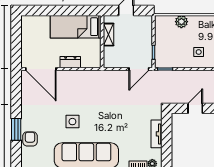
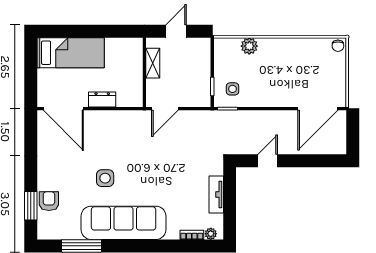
bed: (76, 27) -> (71, 53), moved, turned 180
side table: (199, 52) -> (233, 89), moved
door: (139, 69) -> (165, 109), moved
window: (16, 129) -> (31, 206), moved

